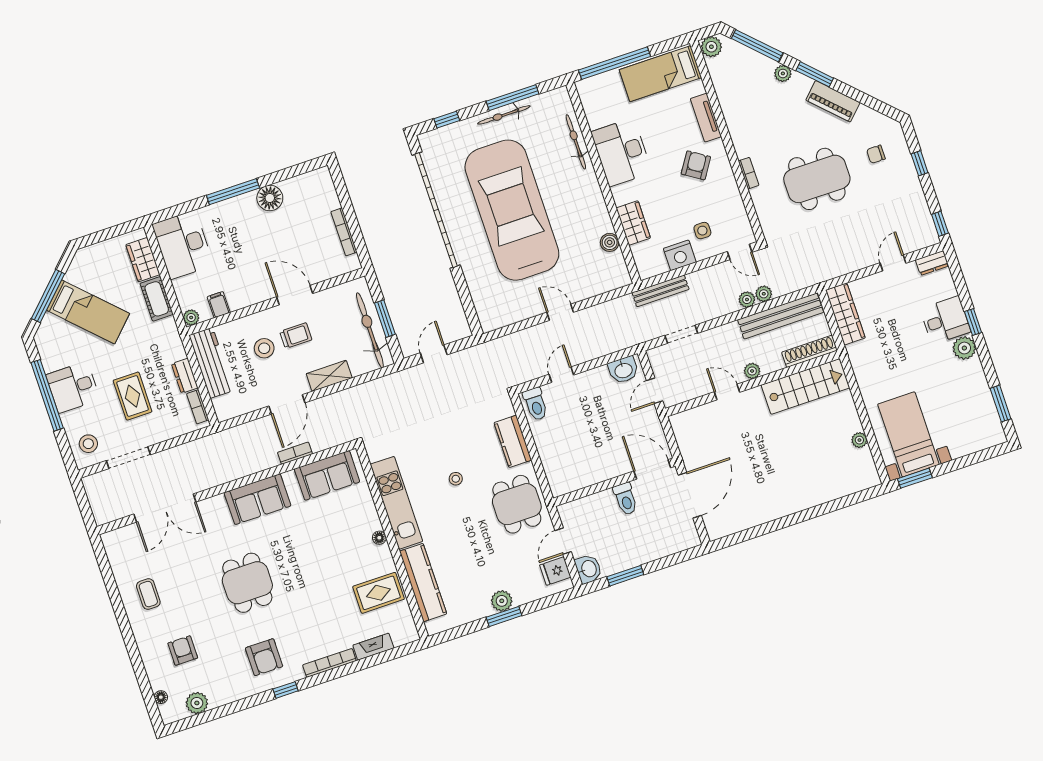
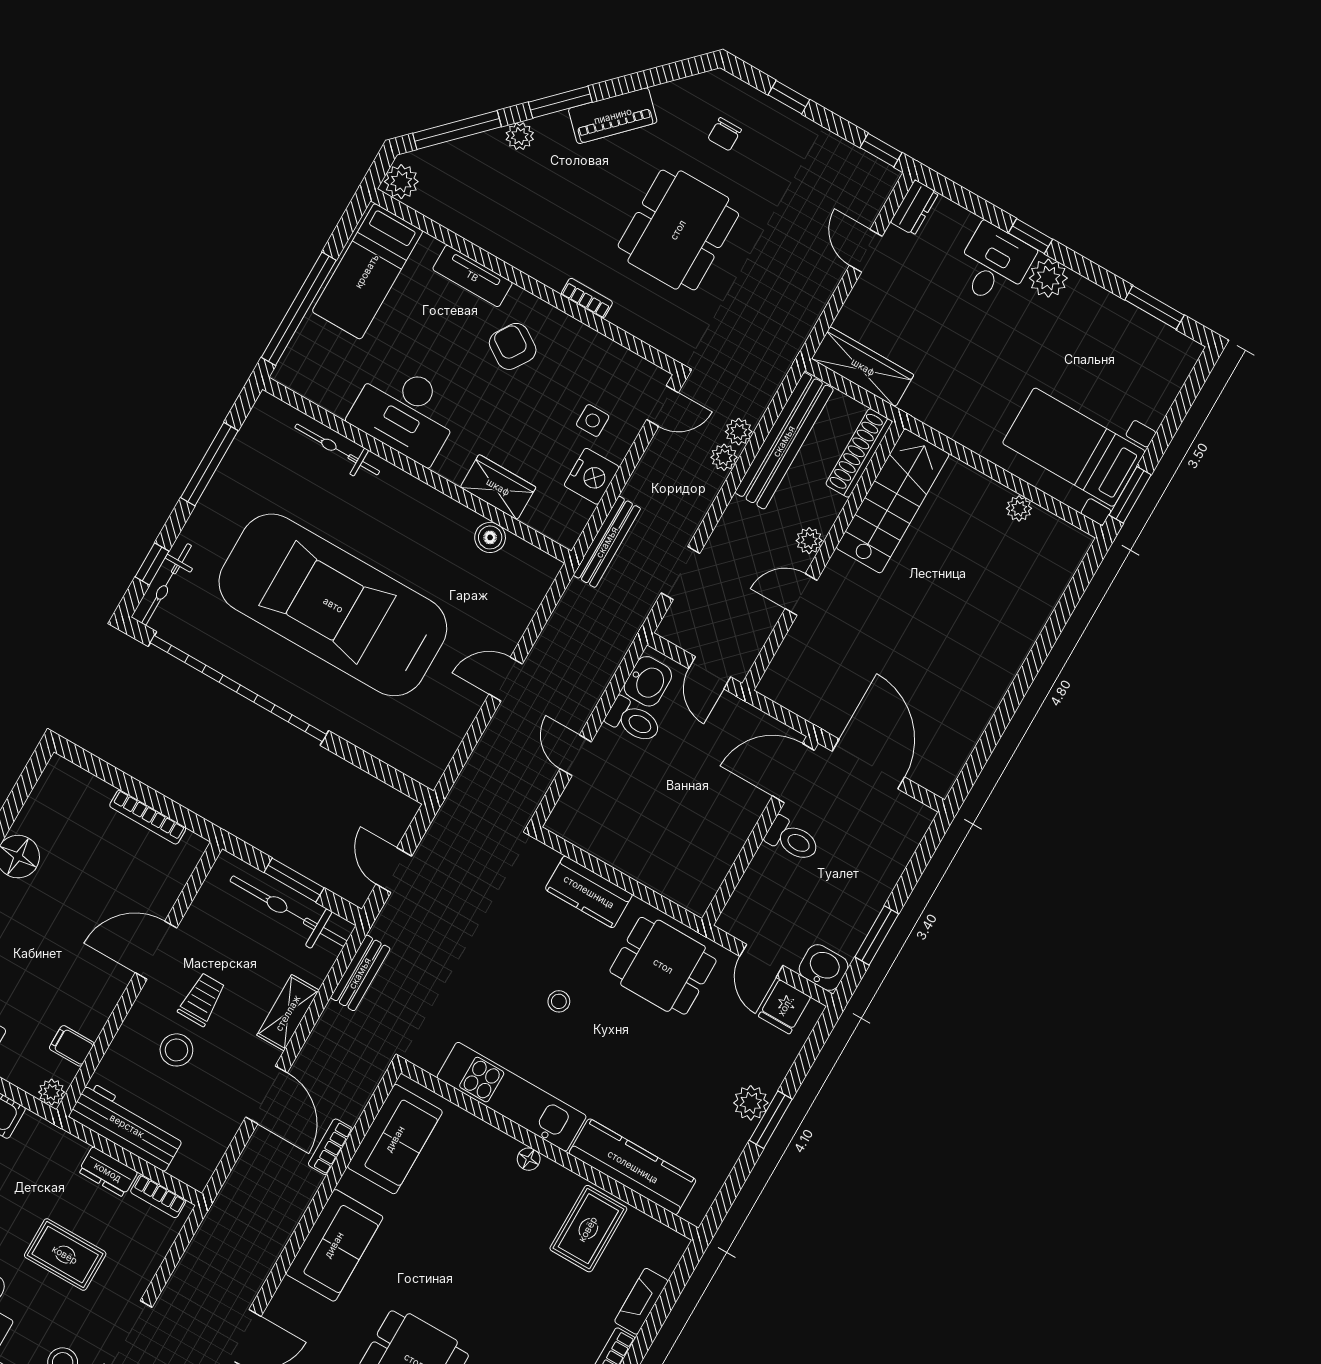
bicycle: (504, 115) -> (167, 584), moved
bench: (378, 387) -> (360, 973), added
toilet: (536, 404) -> (634, 720), moved

